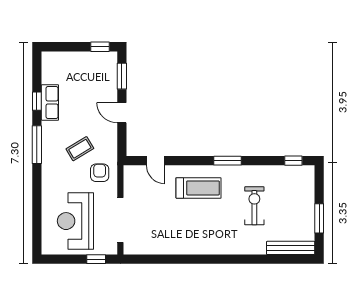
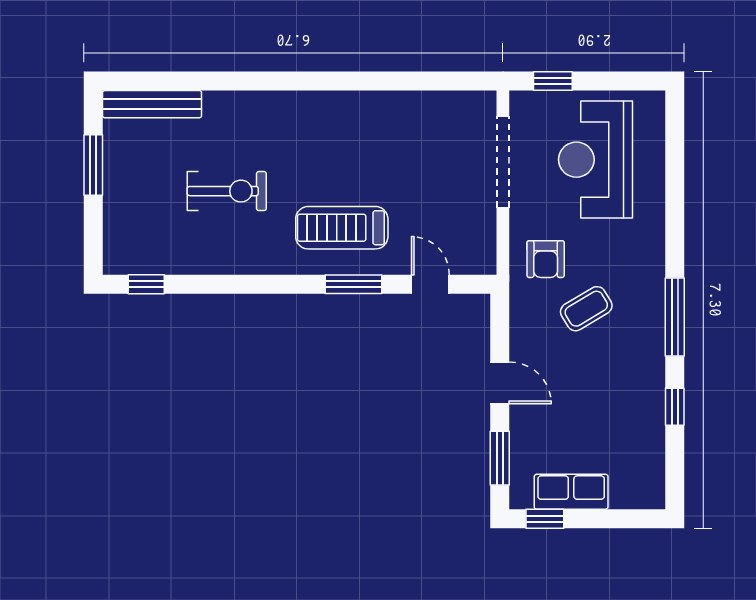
row of seats: (50, 102) -> (571, 492), moved, turned 90
window: (227, 161) -> (354, 284), moved
exercise bike: (254, 206) -> (227, 191), turned -90
reception desk: (75, 221) -> (596, 160), turned 180

